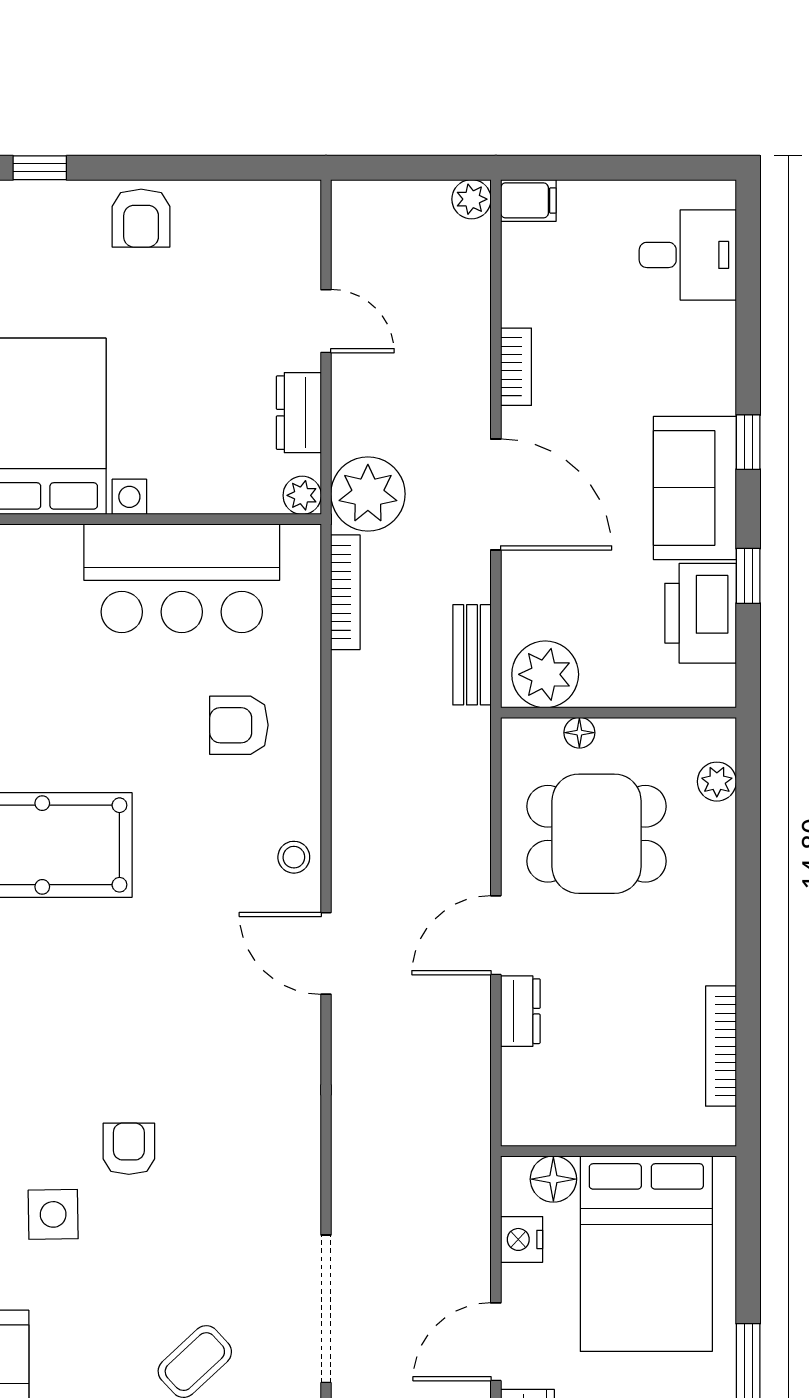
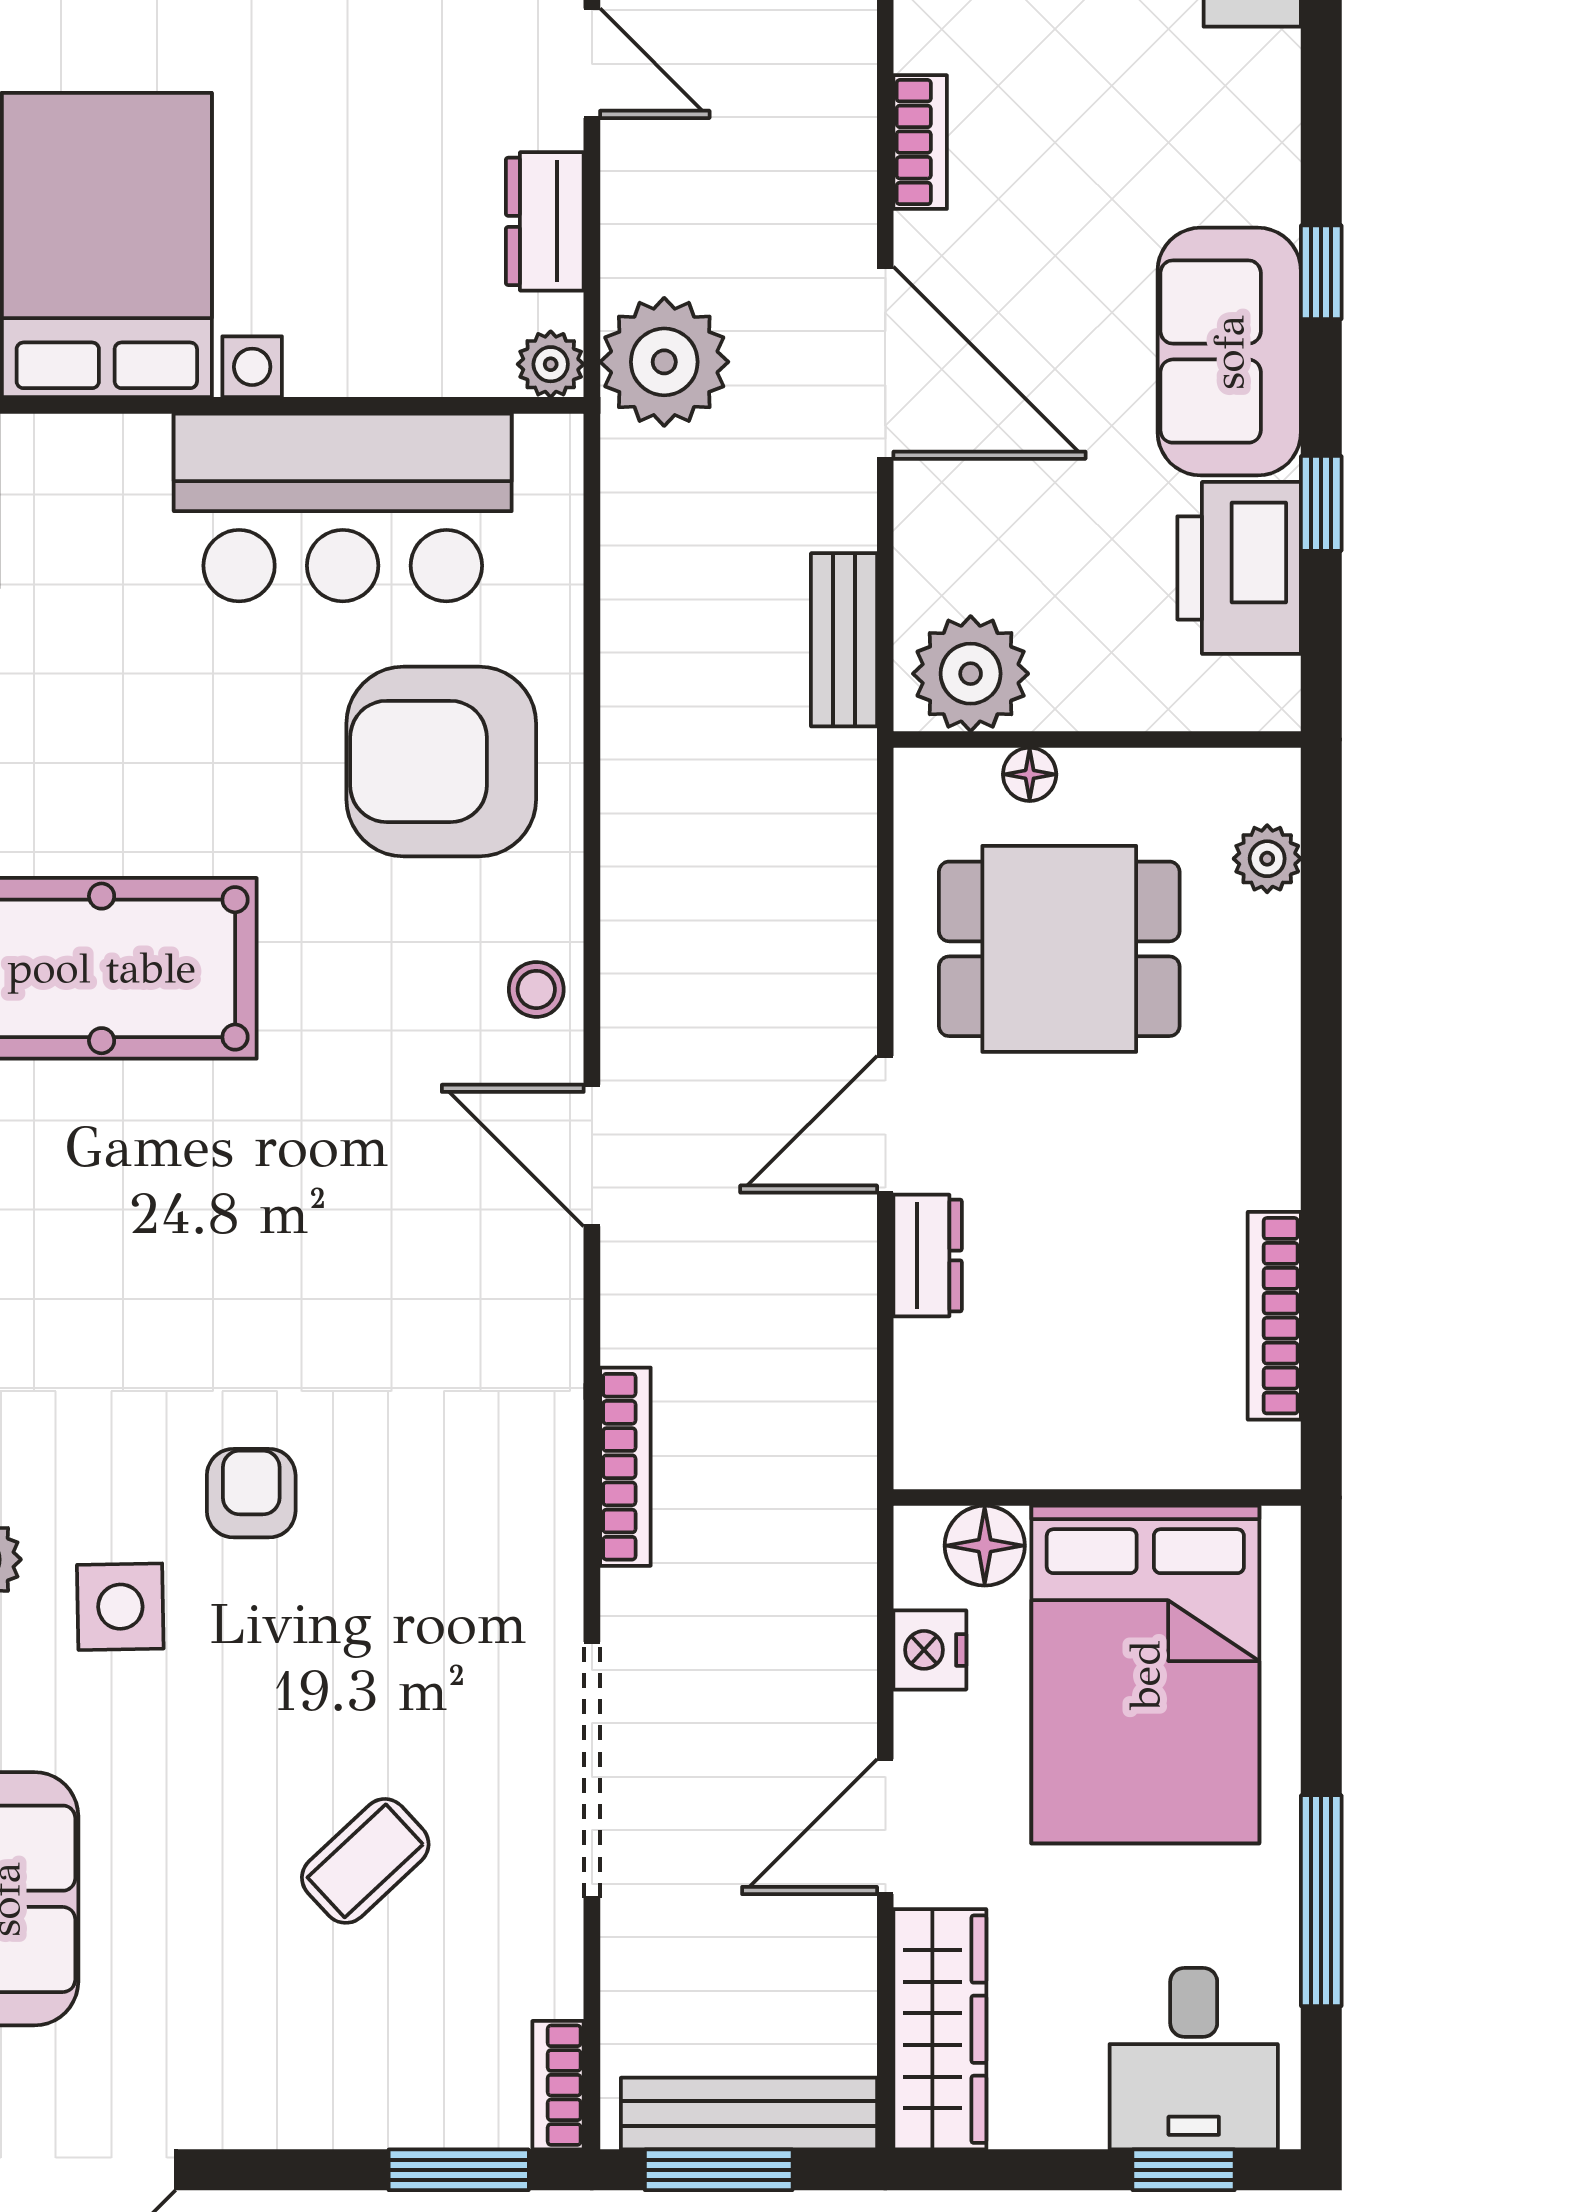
bookcase: (345, 592) -> (625, 1467), moved
armchair: (239, 725) -> (441, 761), width x1.88, depth x1.88

